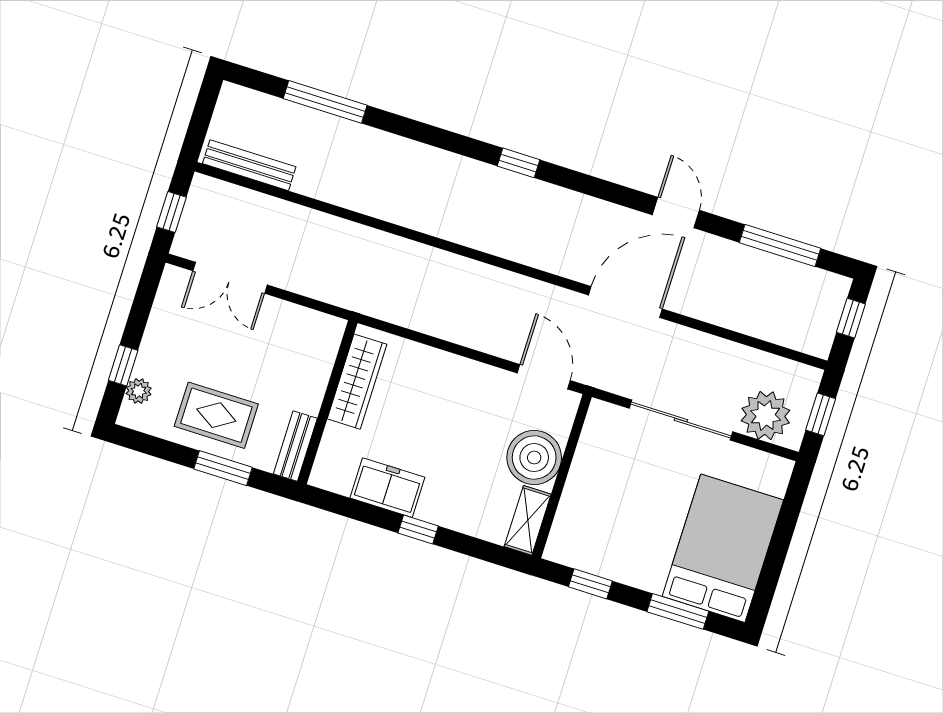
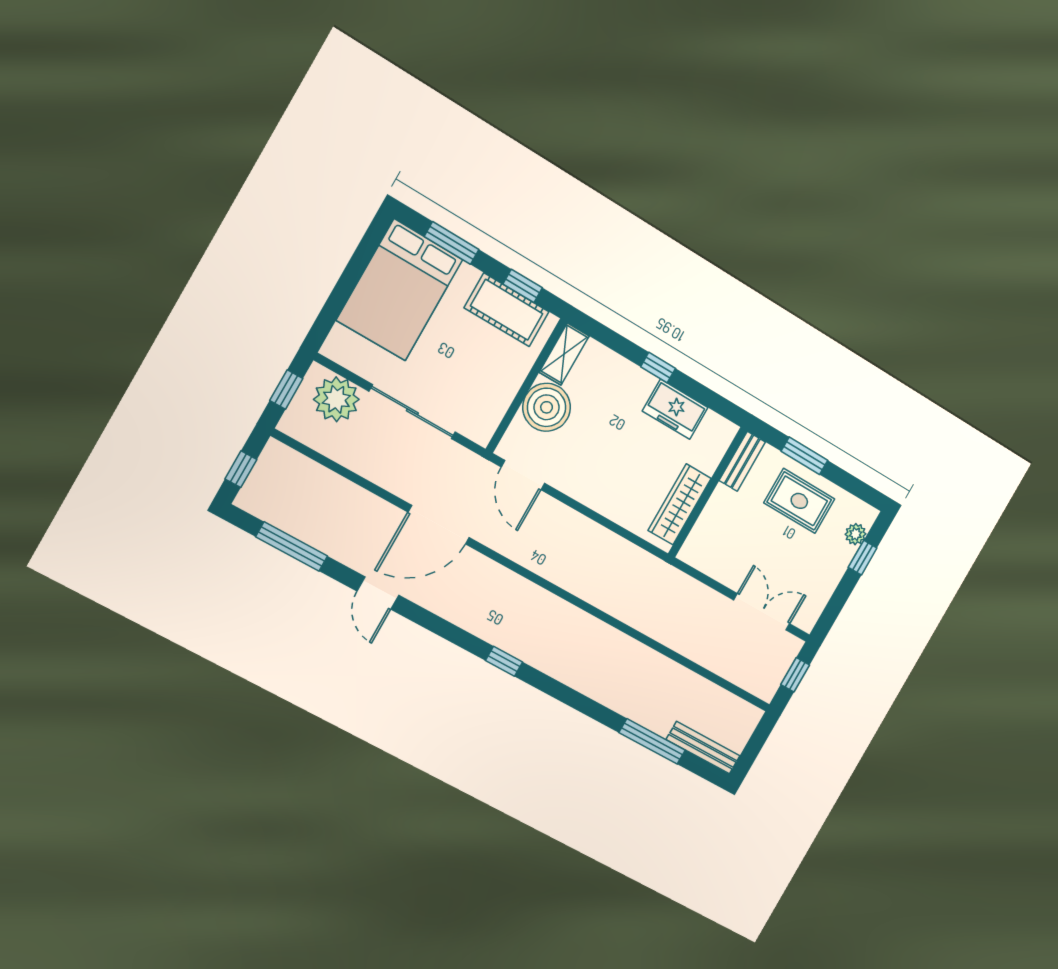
bench: (249, 165) -> (703, 748), moved
cot: (602, 554) -> (507, 310), added

